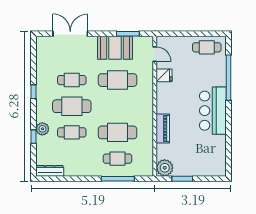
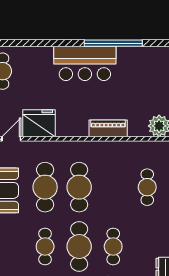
fridge: (164, 75) -> (39, 123), width x1.88, depth x1.34
window: (228, 78) -> (113, 43), moved
cafe table: (118, 132) -> (79, 187), moved

